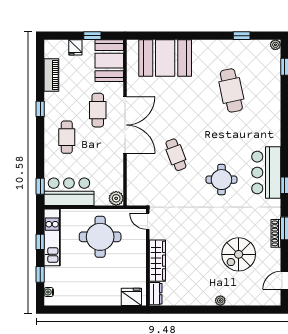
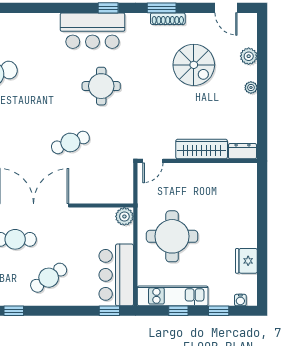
cafe table: (67, 137) -> (49, 278), turned -35
door: (148, 221) -> (153, 161), moved
wall: (148, 257) -> (197, 161), moved
wardrobe: (157, 261) -> (202, 149), moved
dresser: (156, 294) -> (243, 151), moved
fridge: (131, 297) -> (246, 261), moved
plant: (246, 299) -> (249, 56), added

